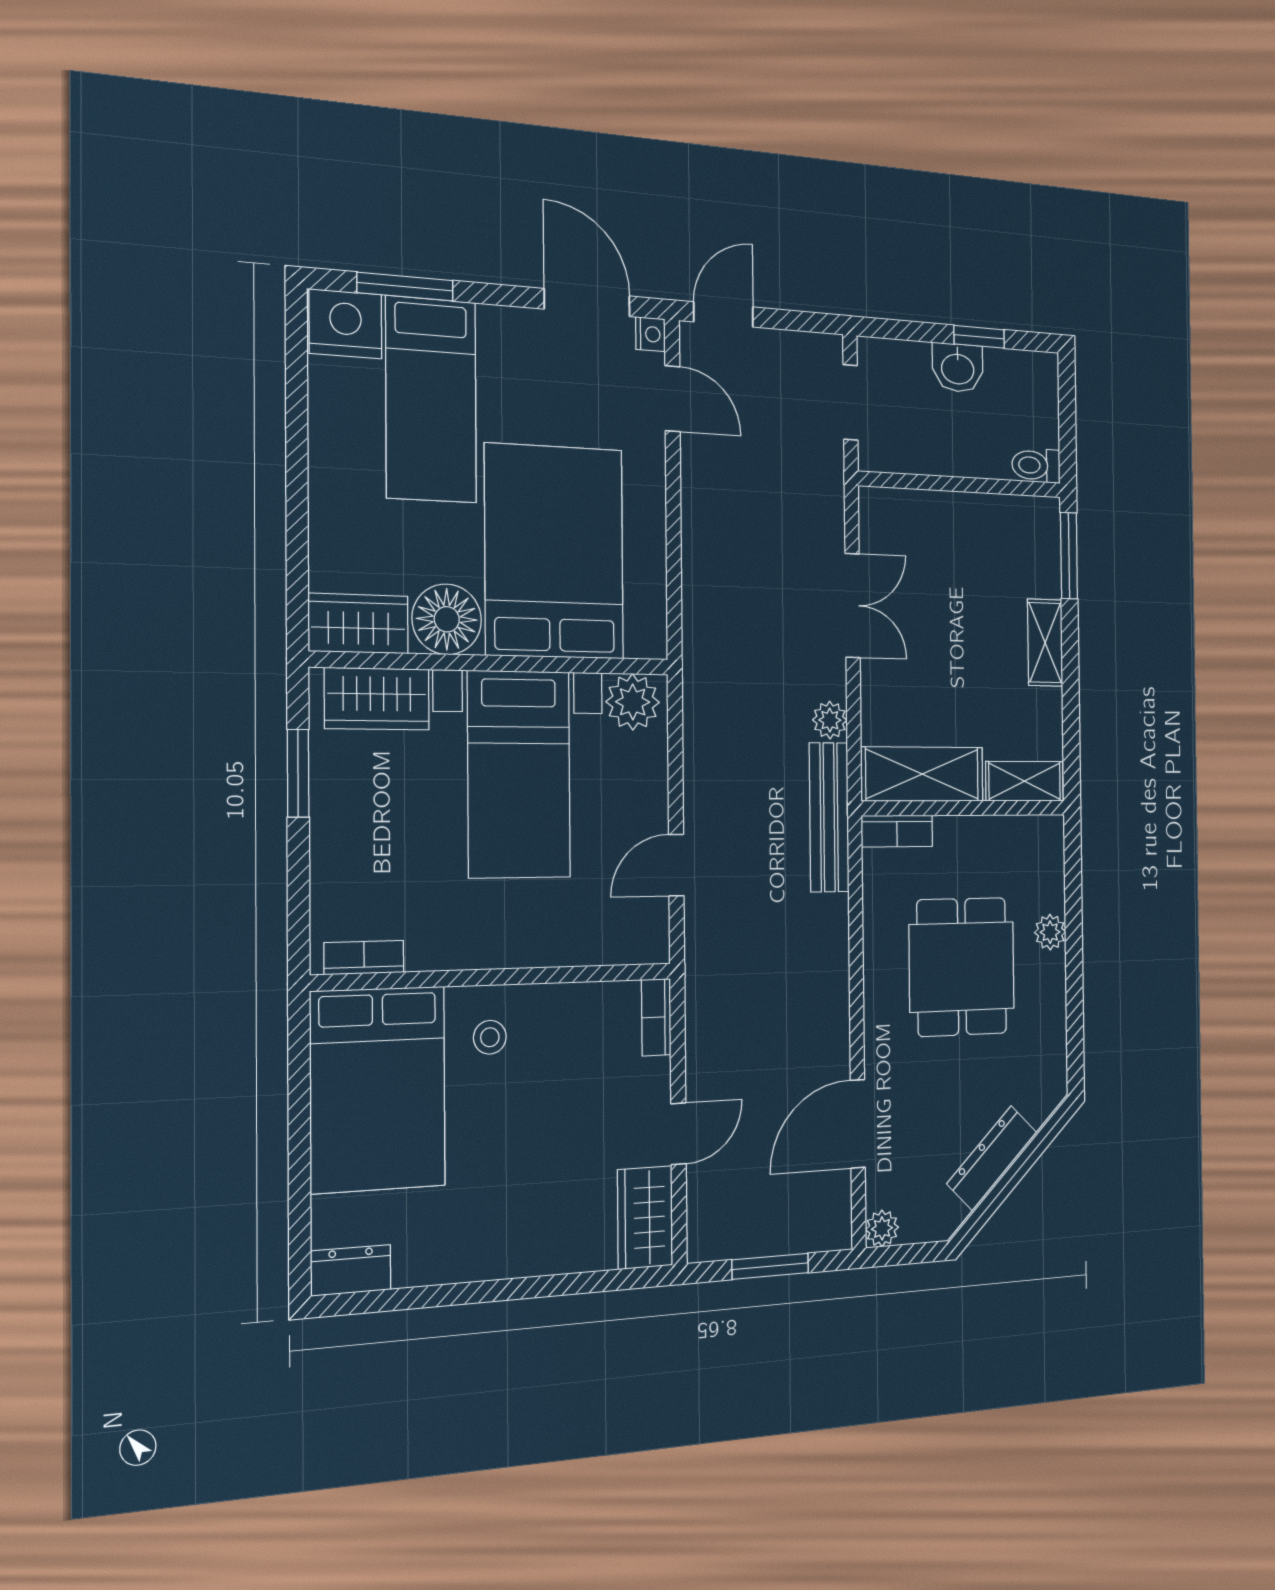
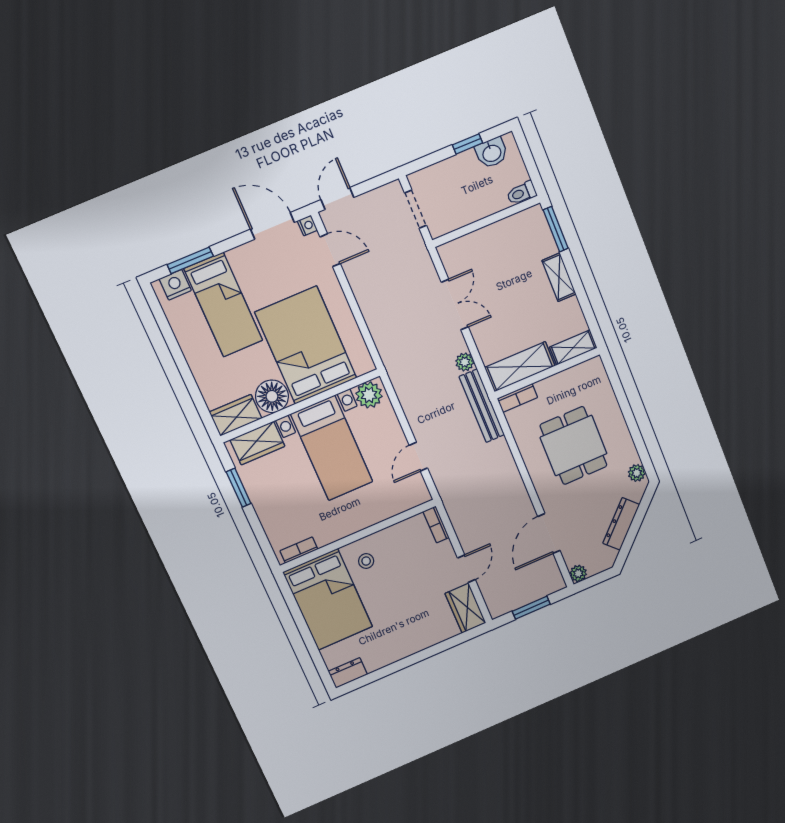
nightstand: (346, 324) -> (175, 285), width x0.74, depth x0.75
washbasin: (958, 368) -> (492, 153), moved
plant: (1050, 932) -> (637, 473), moved

